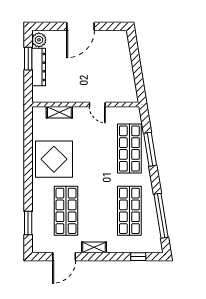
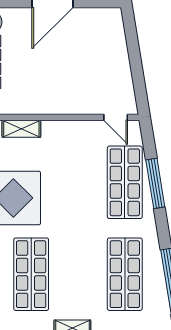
door: (97, 105) -> (116, 117), moved

